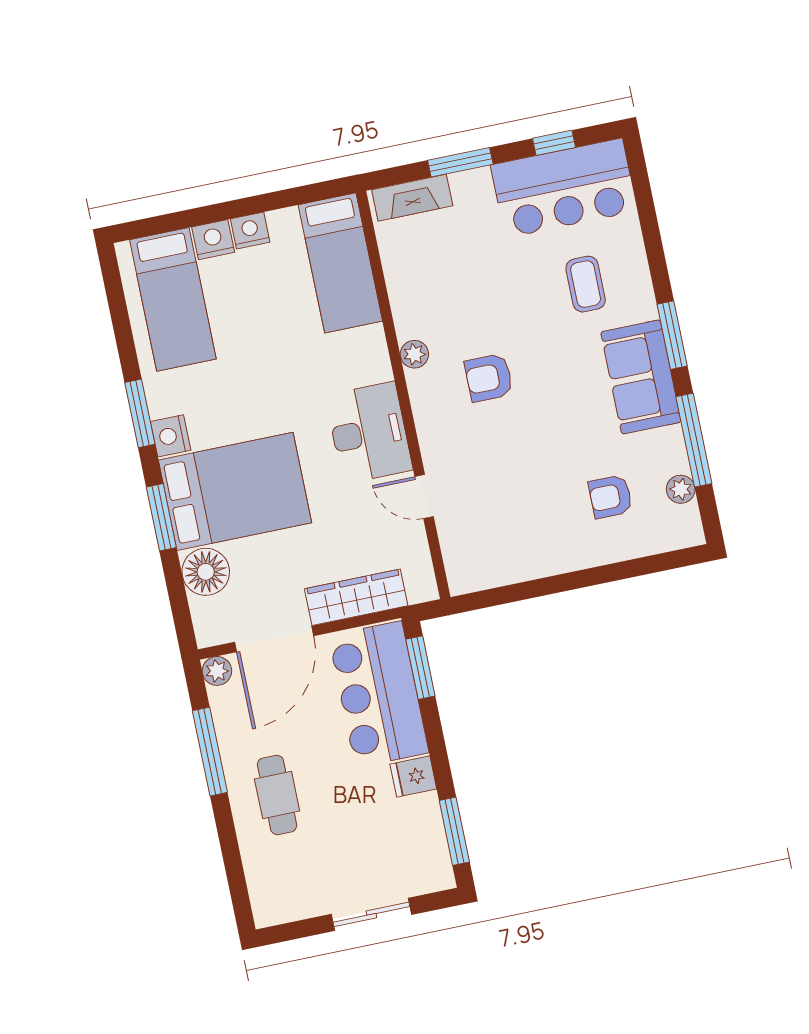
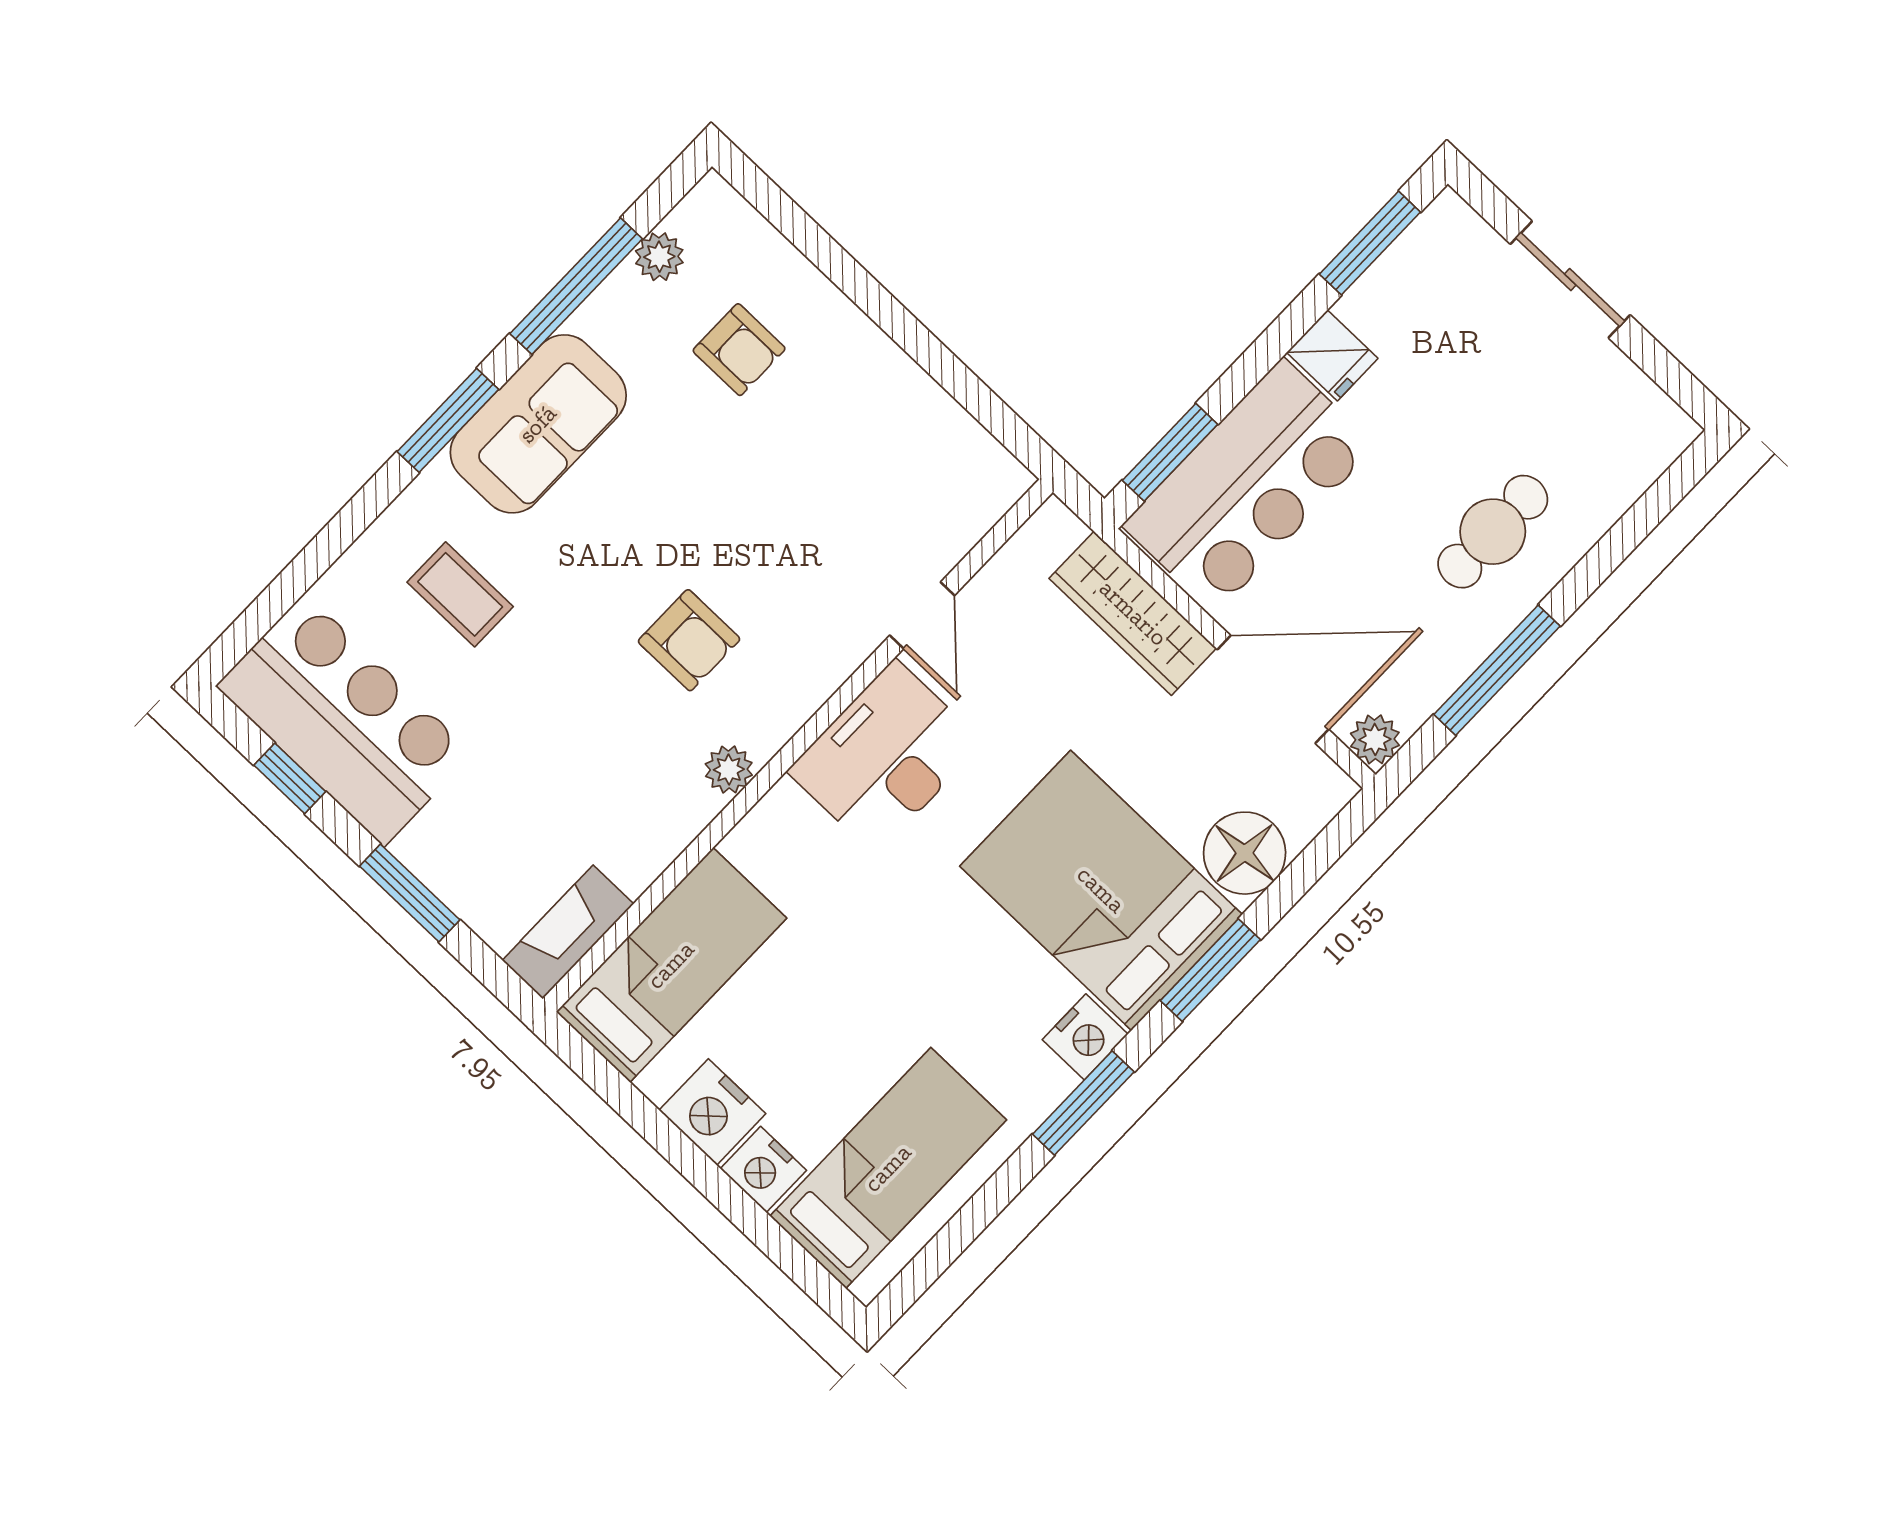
fireplace: (412, 198) -> (568, 932), moved, turned -90
nightstand: (250, 231) -> (712, 1112), width x1.36, depth x1.33
coffee table: (586, 284) -> (460, 594), turned 90

